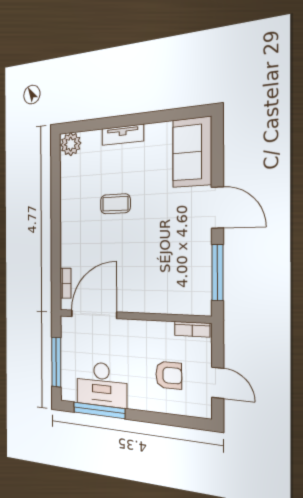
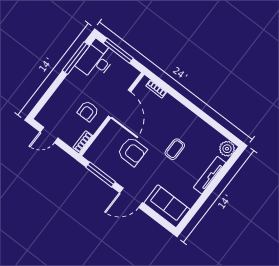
tv unit: (123, 135) -> (210, 175), width x1.41
armchair: (157, 254) -> (132, 151), added
door: (94, 314) -> (120, 104), moved
armchair: (169, 375) -> (88, 111), moved
desk: (102, 384) -> (96, 60), moved

